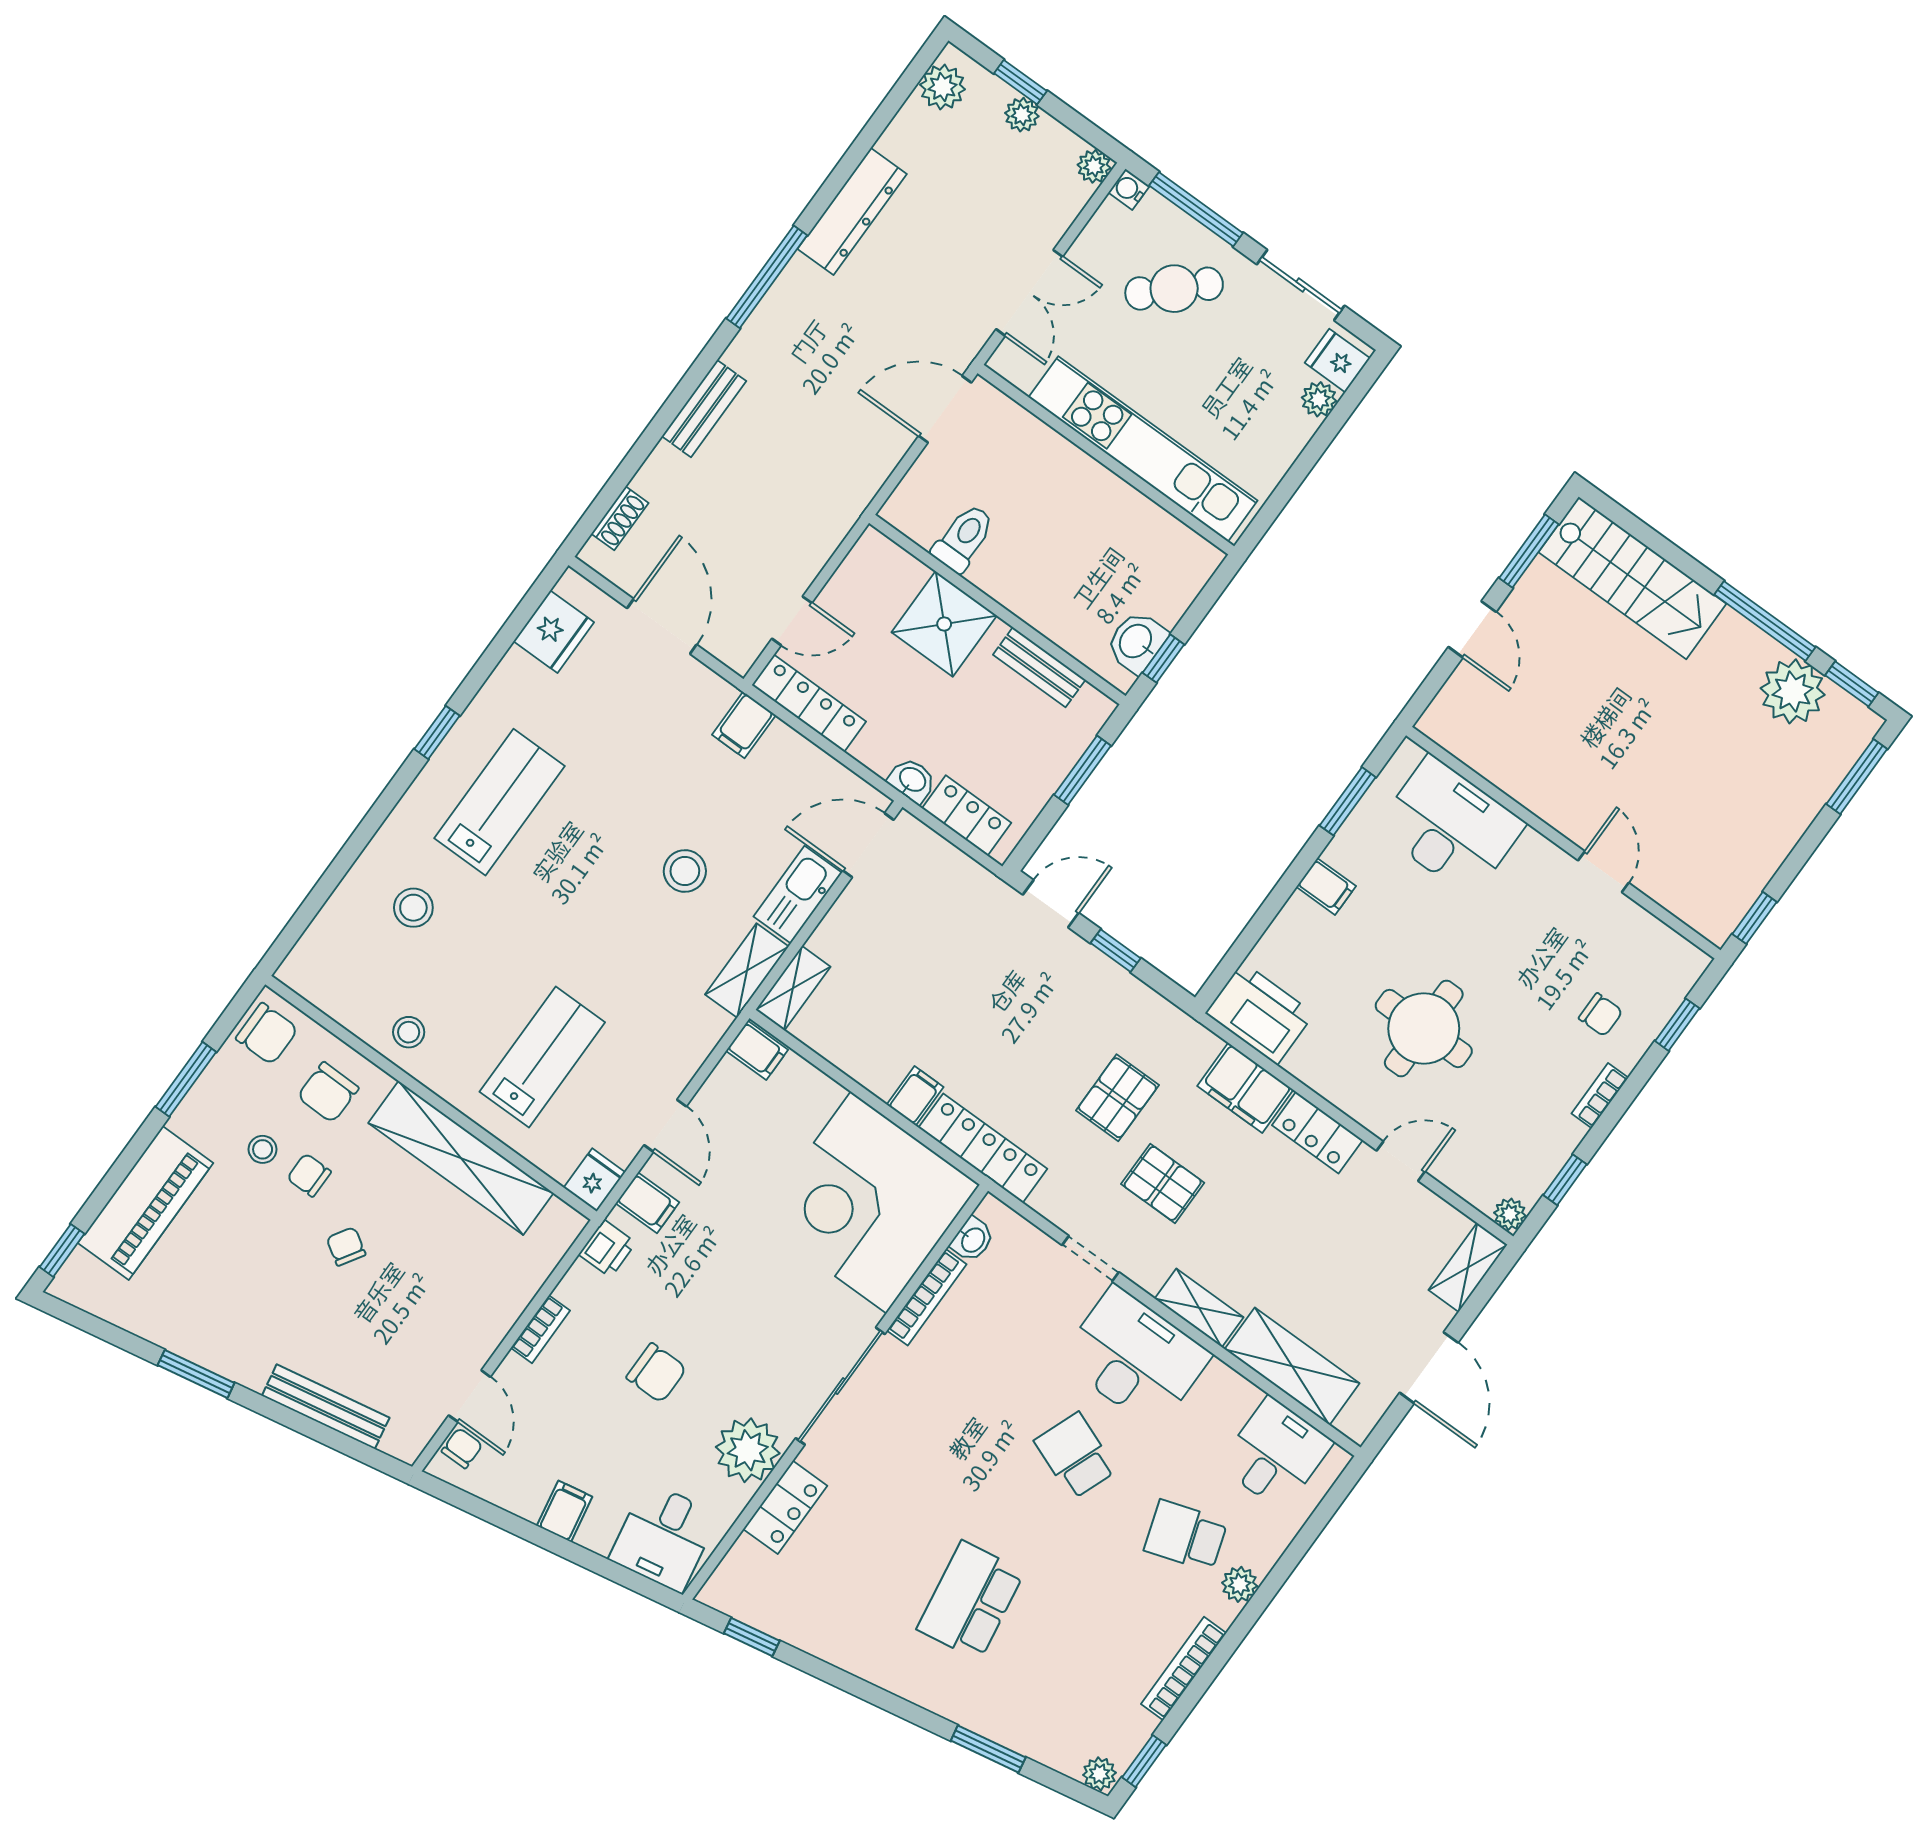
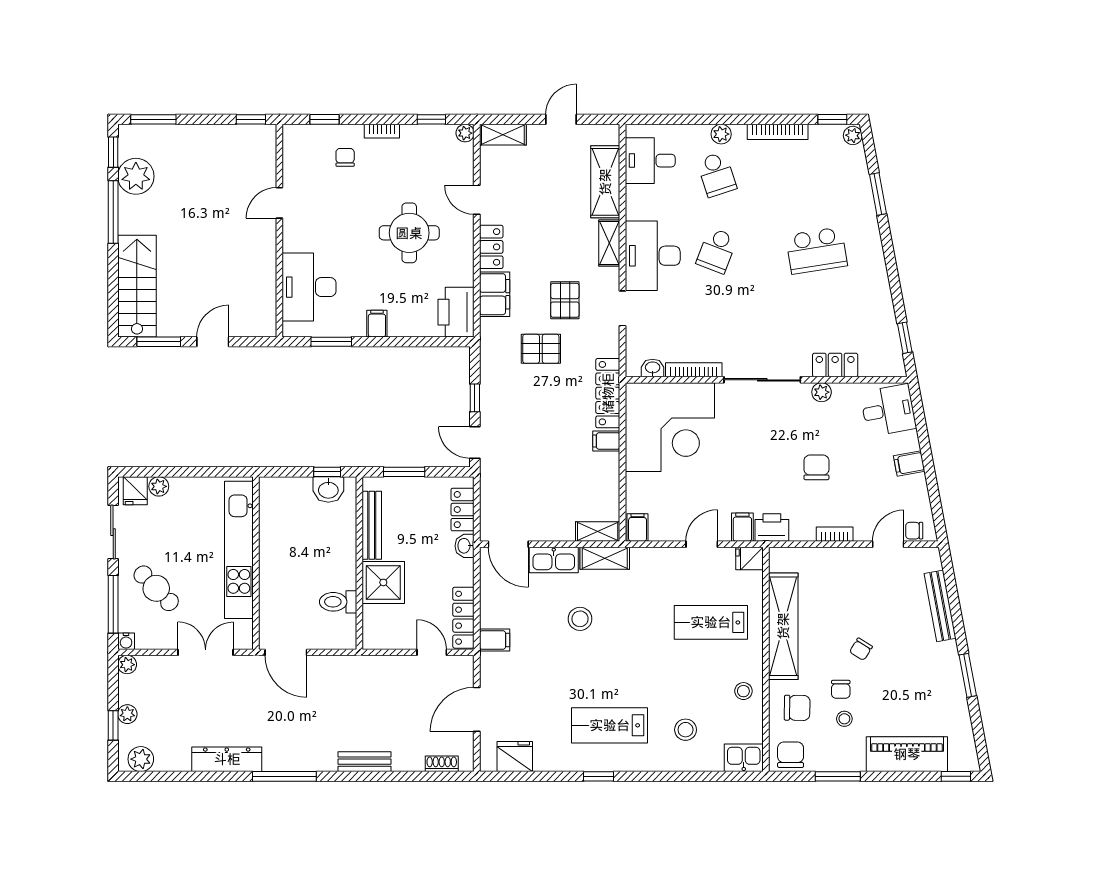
bench: (1039, 667) -> (372, 525), width x1.36
kitchen sink: (312, 963) -> (744, 758), added
printer: (607, 1249) -> (772, 528), width x1.36, depth x1.24
door: (1429, 1368) -> (561, 119), width x0.73
plant: (748, 1450) -> (822, 392), width x0.53, depth x0.53

